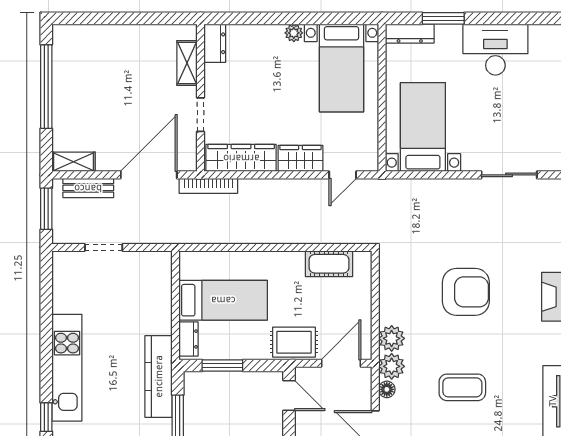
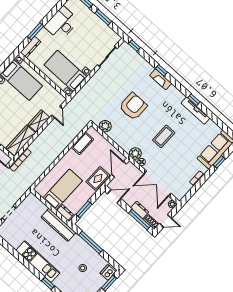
plant: (392, 338) -> (105, 126), moved
kitchen counter: (159, 376) -> (58, 225), moved

